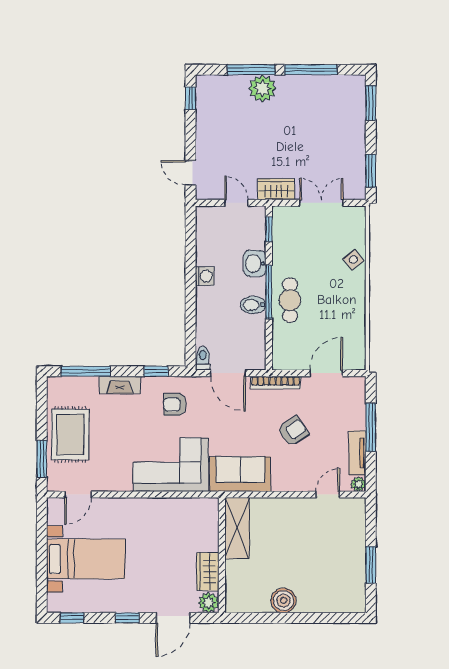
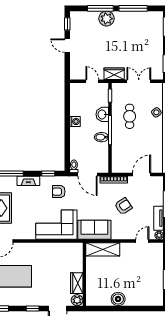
door: (191, 173) -> (67, 46), moved
cafe table: (290, 300) -> (130, 116), moved
shelving: (237, 528) -> (103, 249), moved, turned 90

